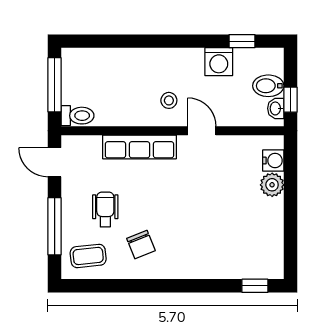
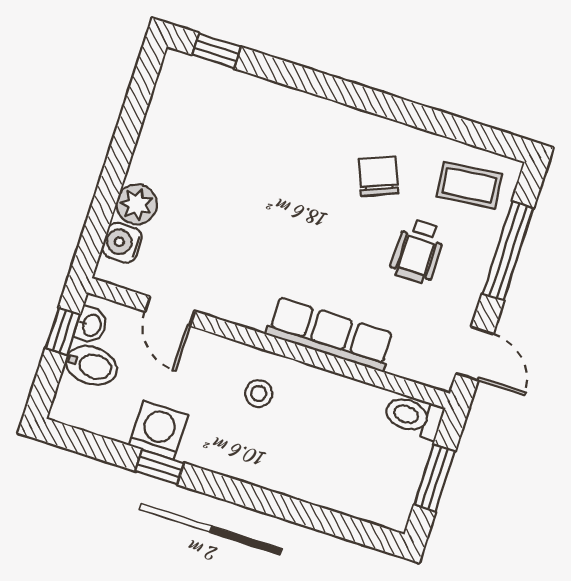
window: (242, 41) -> (160, 467), moved
window: (55, 85) -> (435, 478), width x0.69
door: (202, 131) -> (170, 311), moved

